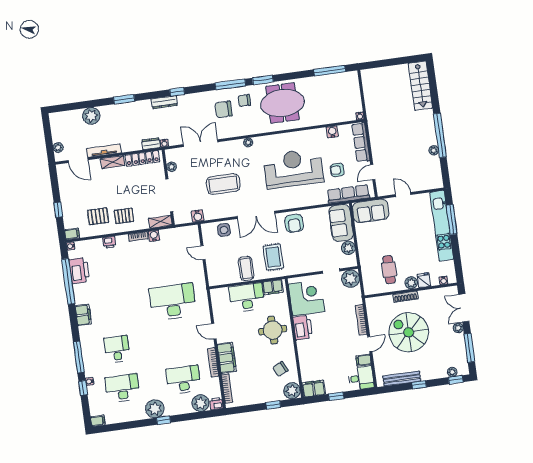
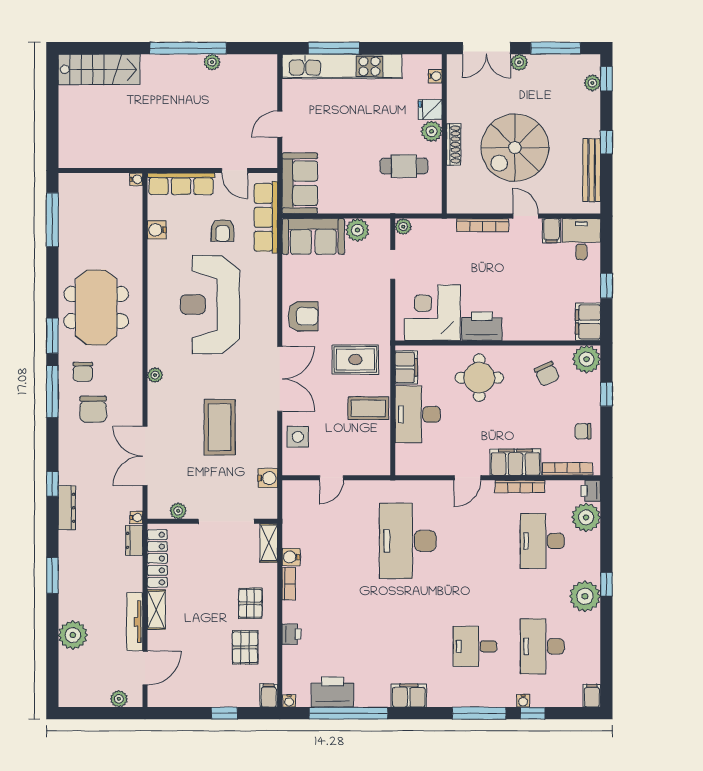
plant: (350, 279) -> (403, 227), width x0.53, depth x0.53
chair: (250, 394) -> (583, 431), added

